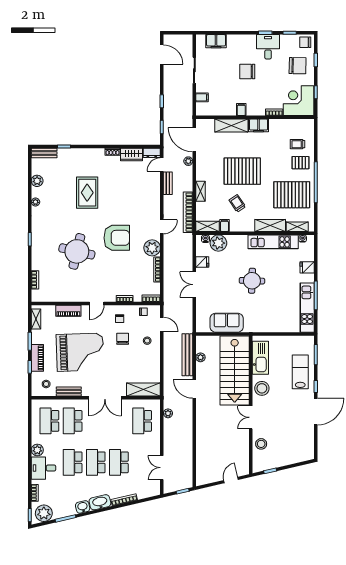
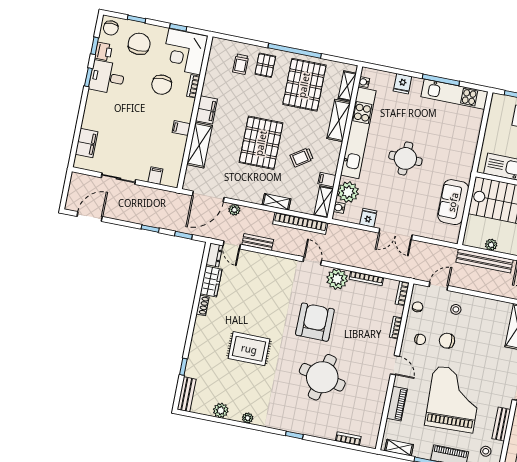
printer: (287, 40) -> (103, 51), added
chair: (247, 71) -> (162, 85), moved
kitchen unit: (273, 242) -> (358, 133), width x1.36

